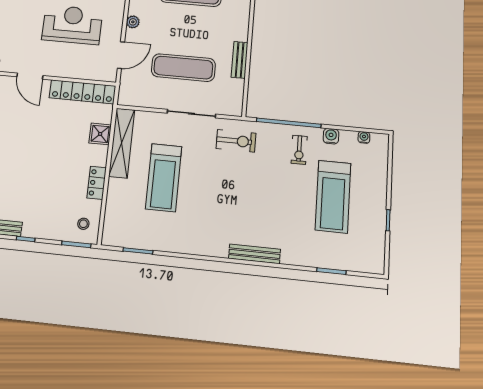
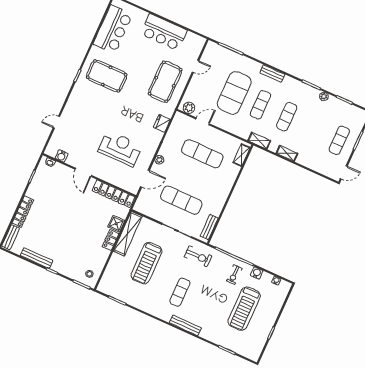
bench: (240, 60) -> (209, 227), moved
locker: (97, 183) -> (110, 240), moved
exercise mat: (228, 205) -> (180, 292), added

